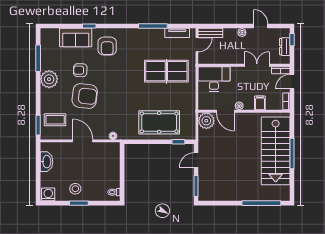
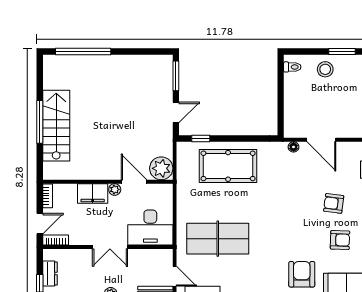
door: (197, 45) -> (175, 276), swing flipped
double door: (257, 65) -> (110, 247), moved
armchair: (85, 96) -> (334, 203), width x0.53, depth x0.53
filing cabinet: (260, 103) -> (93, 194), width x2.00
door: (83, 141) -> (321, 140), moved
stairs: (276, 151) -> (56, 126), width x0.73, depth x0.66
stool: (75, 189) -> (325, 69), moved

